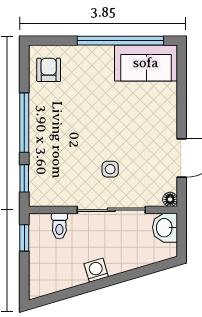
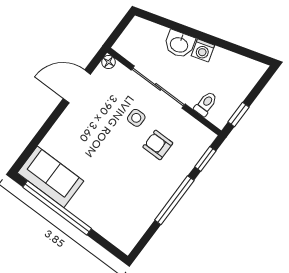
armchair: (49, 70) -> (158, 145), moved, turned 90
washbasin: (165, 228) -> (179, 44), moved, turned 74

